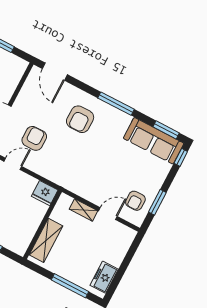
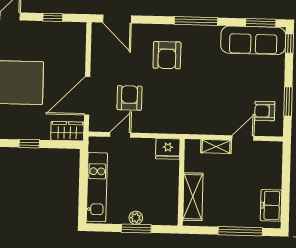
armchair: (135, 201) -> (265, 111), turned 90

